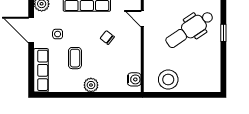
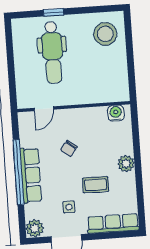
dental chair: (190, 29) -> (52, 52), turned 34
stool: (168, 79) -> (105, 34), moved

